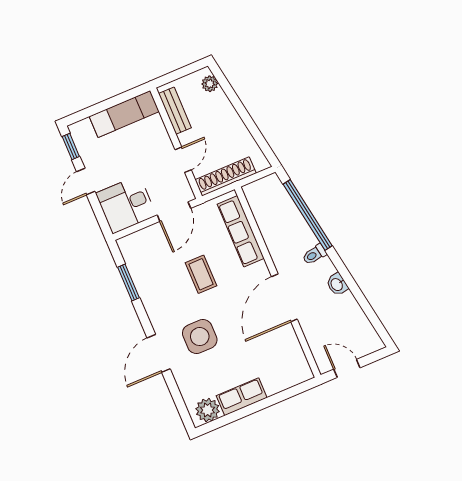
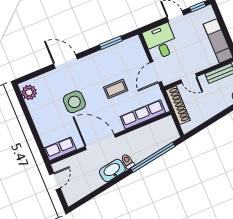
door: (174, 212) -> (156, 72), hinge flipped
washbasin: (337, 284) -> (112, 170), width x1.91, depth x1.45
side table: (200, 337) -> (74, 102), moved
row of seats: (242, 397) -> (60, 149), moved, turned -90

